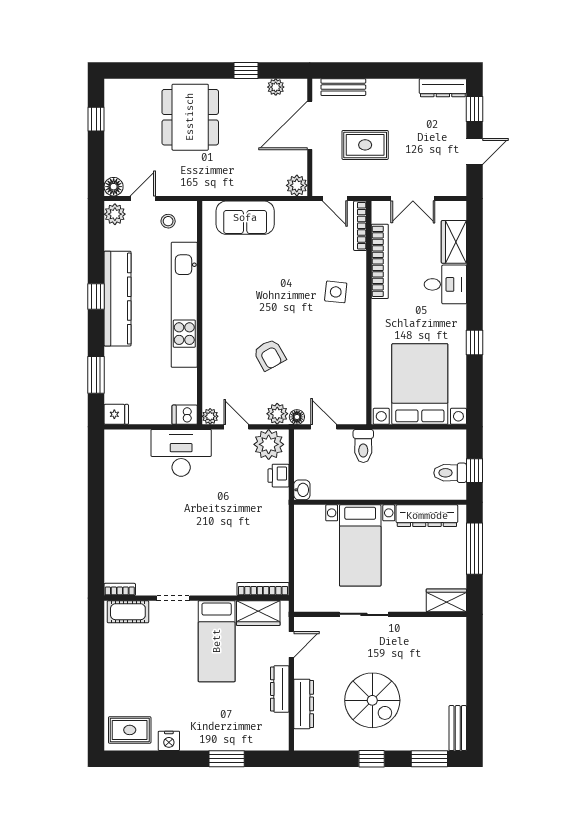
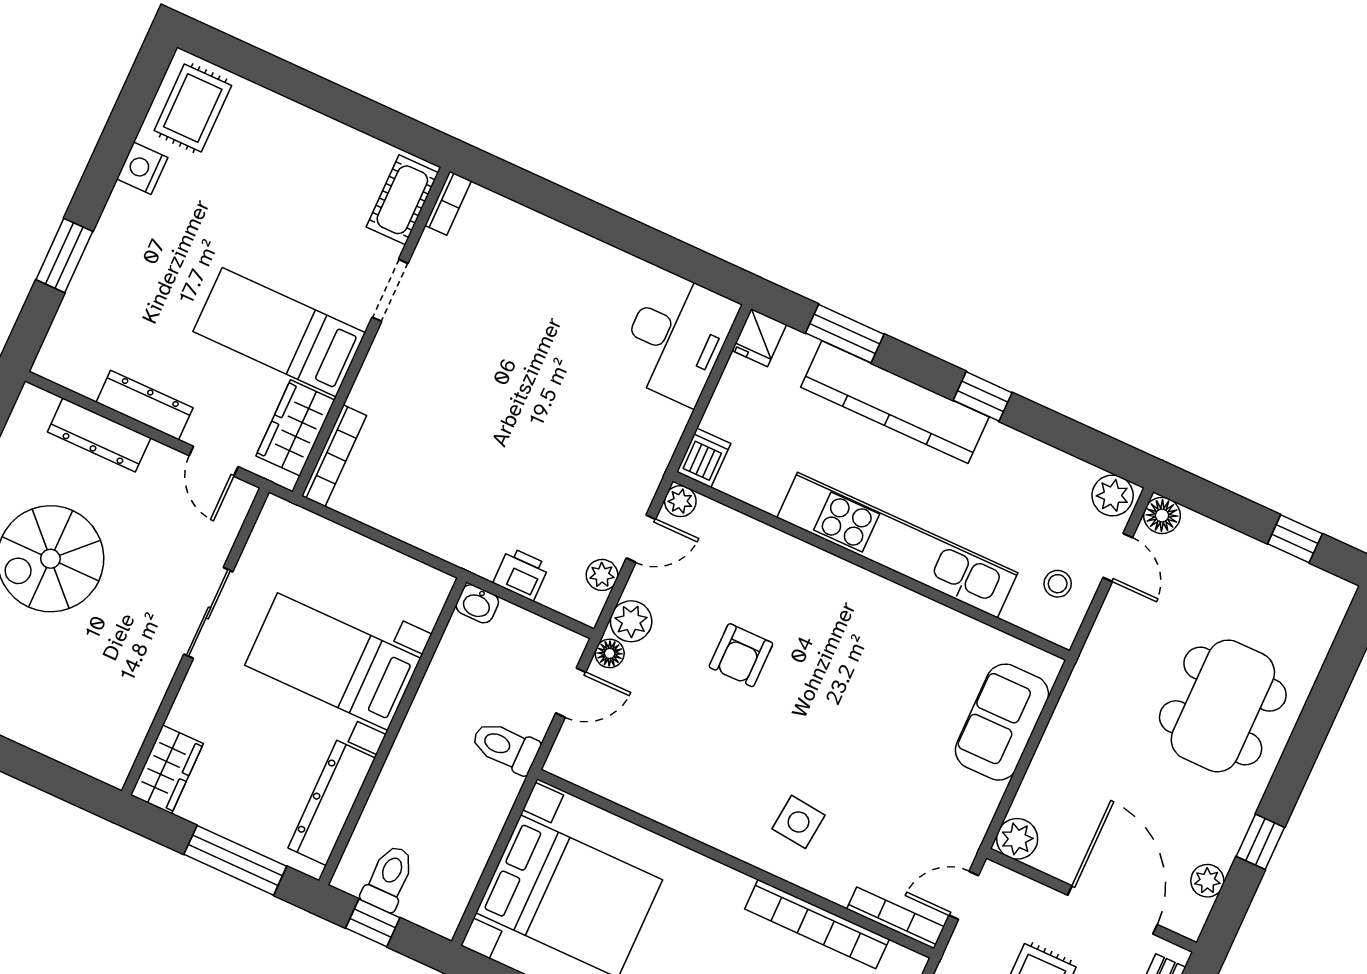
dining table: (190, 117) -> (1223, 706), turned 90
kitchen counter: (118, 299) -> (895, 402), moved
armchair: (270, 355) -> (741, 655), turned -61
plant: (269, 444) -> (602, 575), width x0.53, depth x0.53
desk: (181, 453) -> (677, 338), moved

